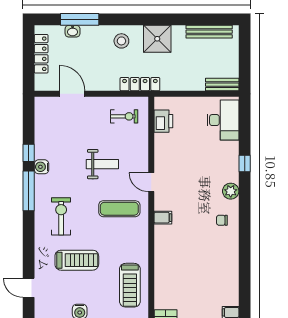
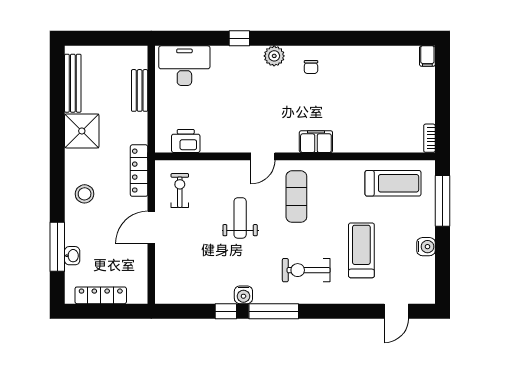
shower: (157, 39) -> (82, 131), moved
bench: (222, 85) -> (140, 90), moved
door: (72, 94) -> (151, 227), moved
filing cabinet: (163, 218) -> (316, 142), width x2.00

